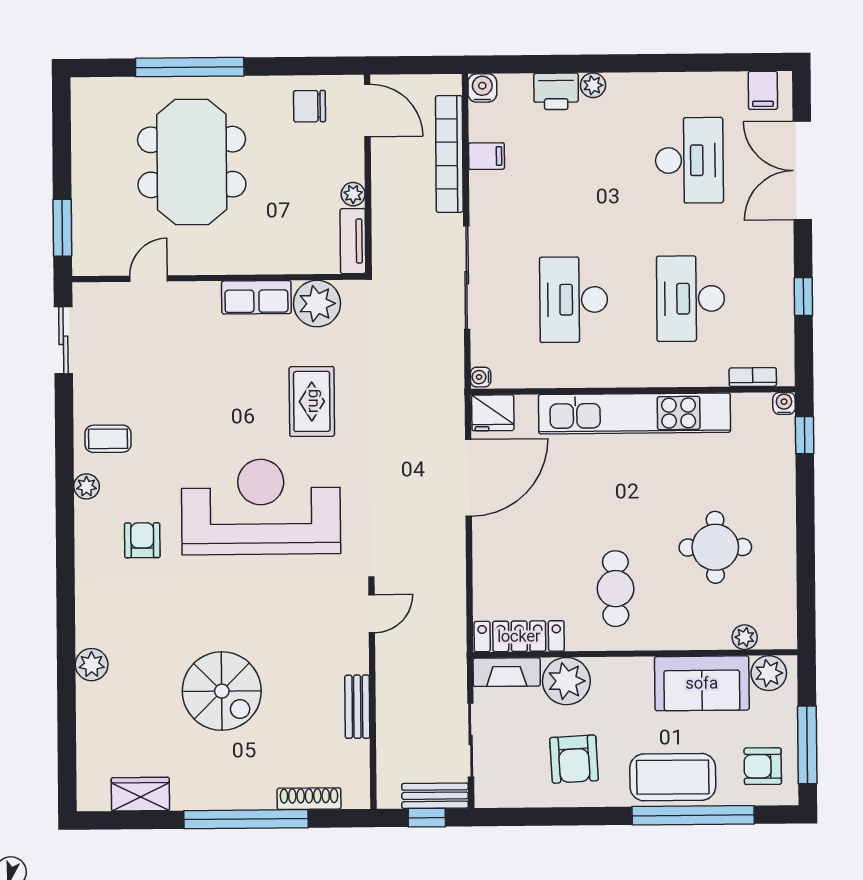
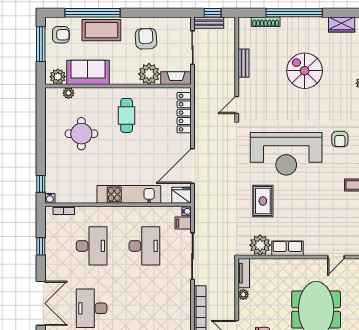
filing cabinet: (486, 156) -> (183, 223), moved
kitchen unit: (635, 413) -> (129, 194), width x0.73
locker: (519, 636) -> (184, 113), moved, turned 90

